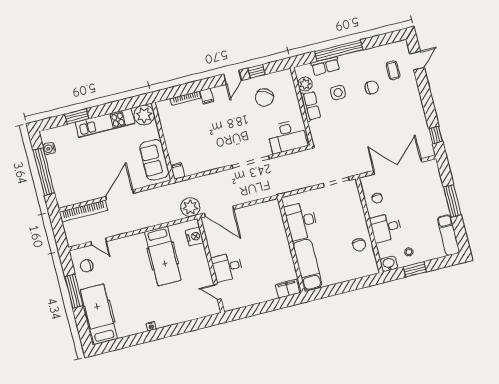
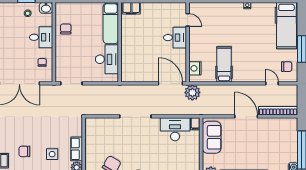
desk: (287, 137) -> (175, 129), moved
door: (120, 195) -> (246, 116), swing flipped
hospital bed: (163, 256) -> (224, 64), width x0.73, depth x0.78

